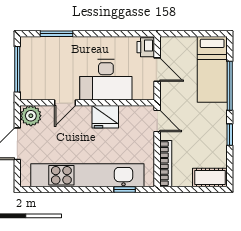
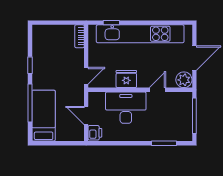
door: (157, 121) -> (86, 76), swing flipped
bookcase: (166, 164) -> (80, 36), width x0.64
cot: (210, 178) -> (45, 32), removed

